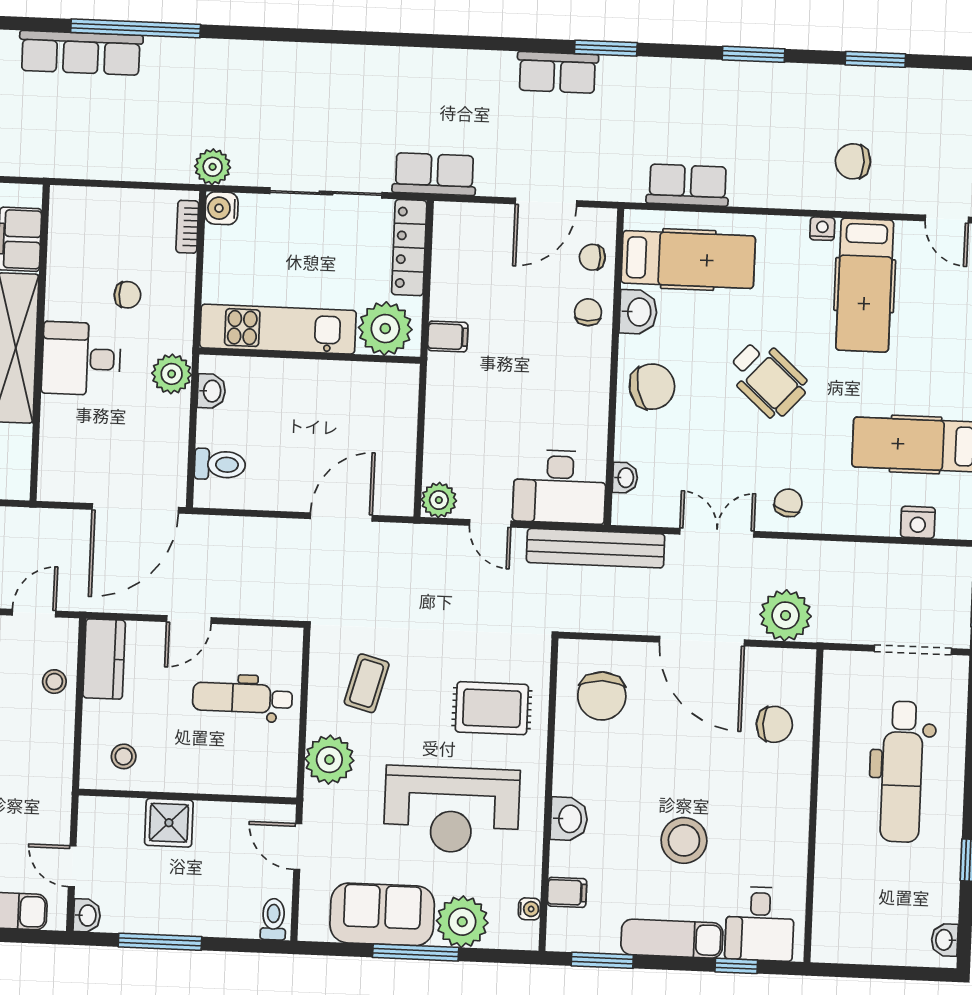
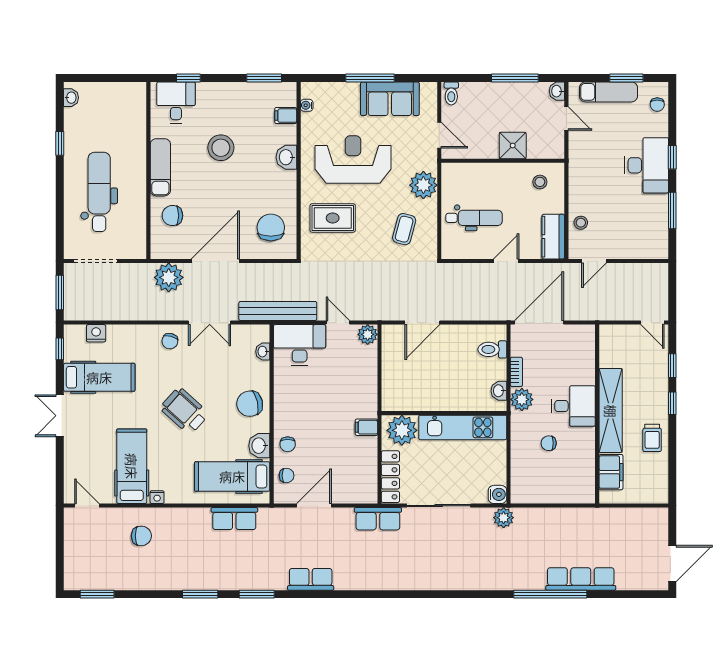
window: (606, 48) -> (257, 594), moved
window: (875, 59) -> (97, 594), moved
bookcase: (187, 227) -> (516, 372), moved
door: (702, 641) -> (215, 261), hinge flipped
plant: (462, 922) -> (344, 96), removed
exam couch: (672, 939) -> (160, 167), moved, turned -90

